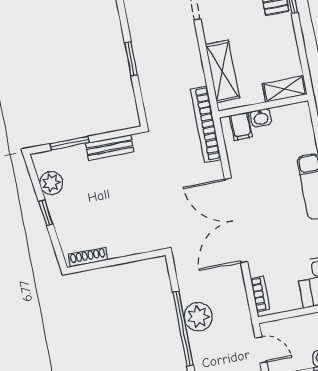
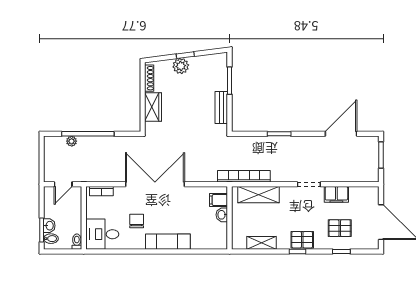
shelving: (285, 89) -> (262, 243), moved, turned 90
bookcase: (206, 124) -> (244, 176), moved
plant: (51, 183) -> (181, 66), moved
chair: (293, 236) -> (137, 221), added
wardrobe: (127, 244) -> (153, 107), added
plant: (198, 317) -> (72, 141), moved, width x0.53, depth x0.53

